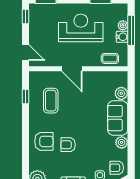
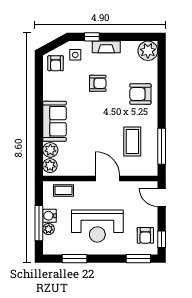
armchair: (40, 20) -> (145, 235), added
window: (26, 96) -> (162, 146), width x2.17
plant: (122, 142) -> (50, 166), moved
armchair: (68, 145) -> (98, 83), moved
armchair: (117, 168) -> (56, 63), turned 90

